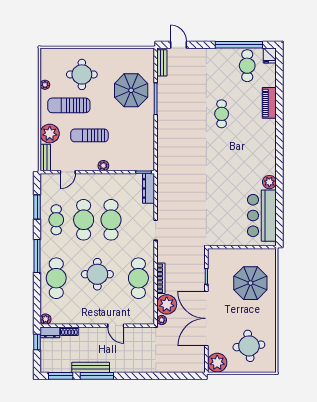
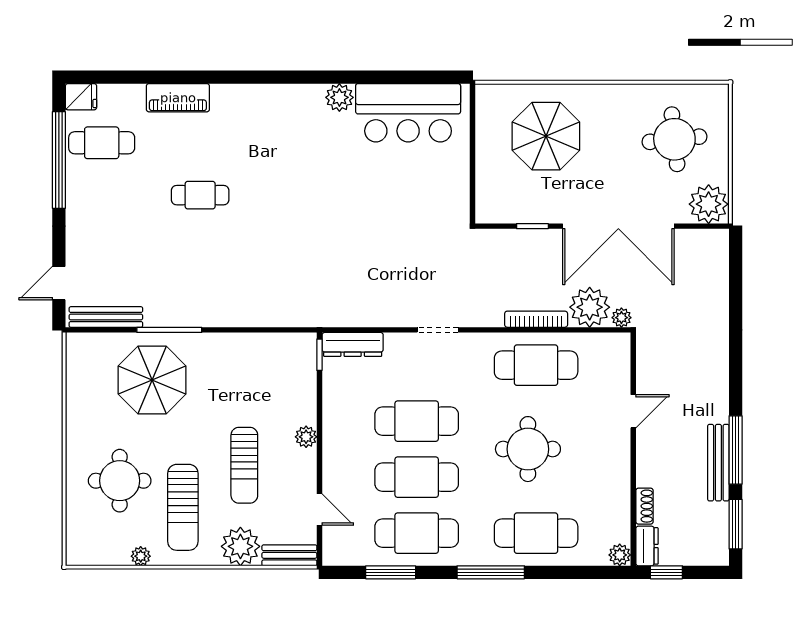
bench: (162, 63) -> (106, 317), width x1.36
cafe table: (56, 220) -> (417, 533), width x1.37, depth x1.35

